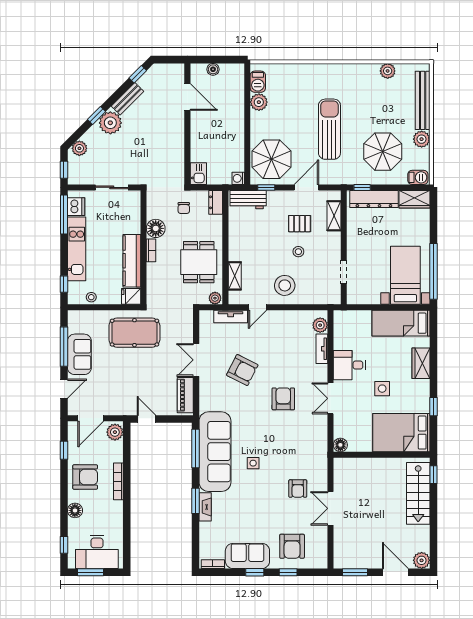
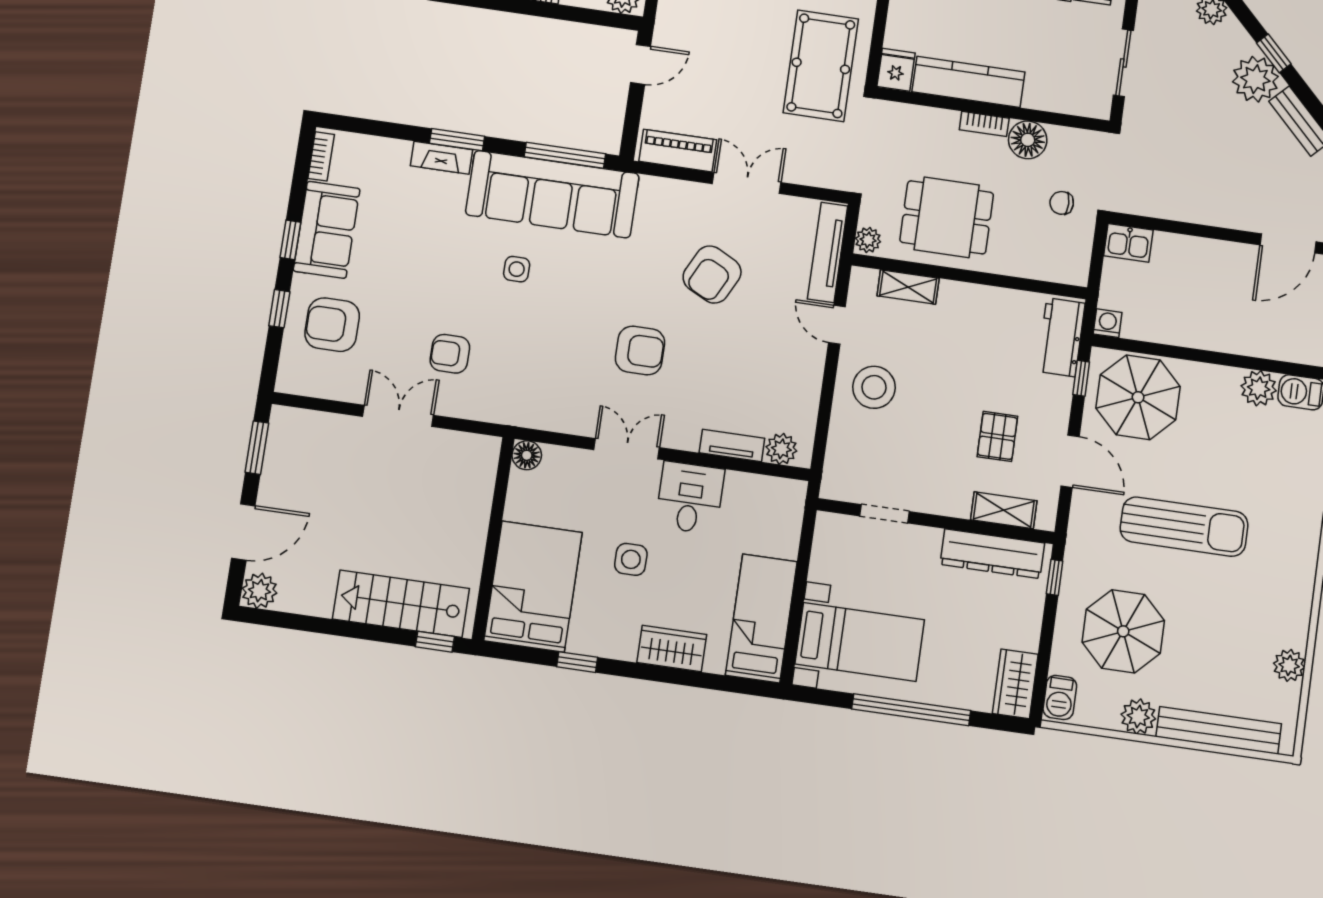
dresser: (374, 199) -> (992, 554), moved, turned -90
dresser: (216, 202) -> (1065, 270), removed
stool: (298, 252) -> (940, 426), removed
window: (434, 271) -> (911, 710), moved
tv unit: (231, 317) -> (828, 252), width x1.41

